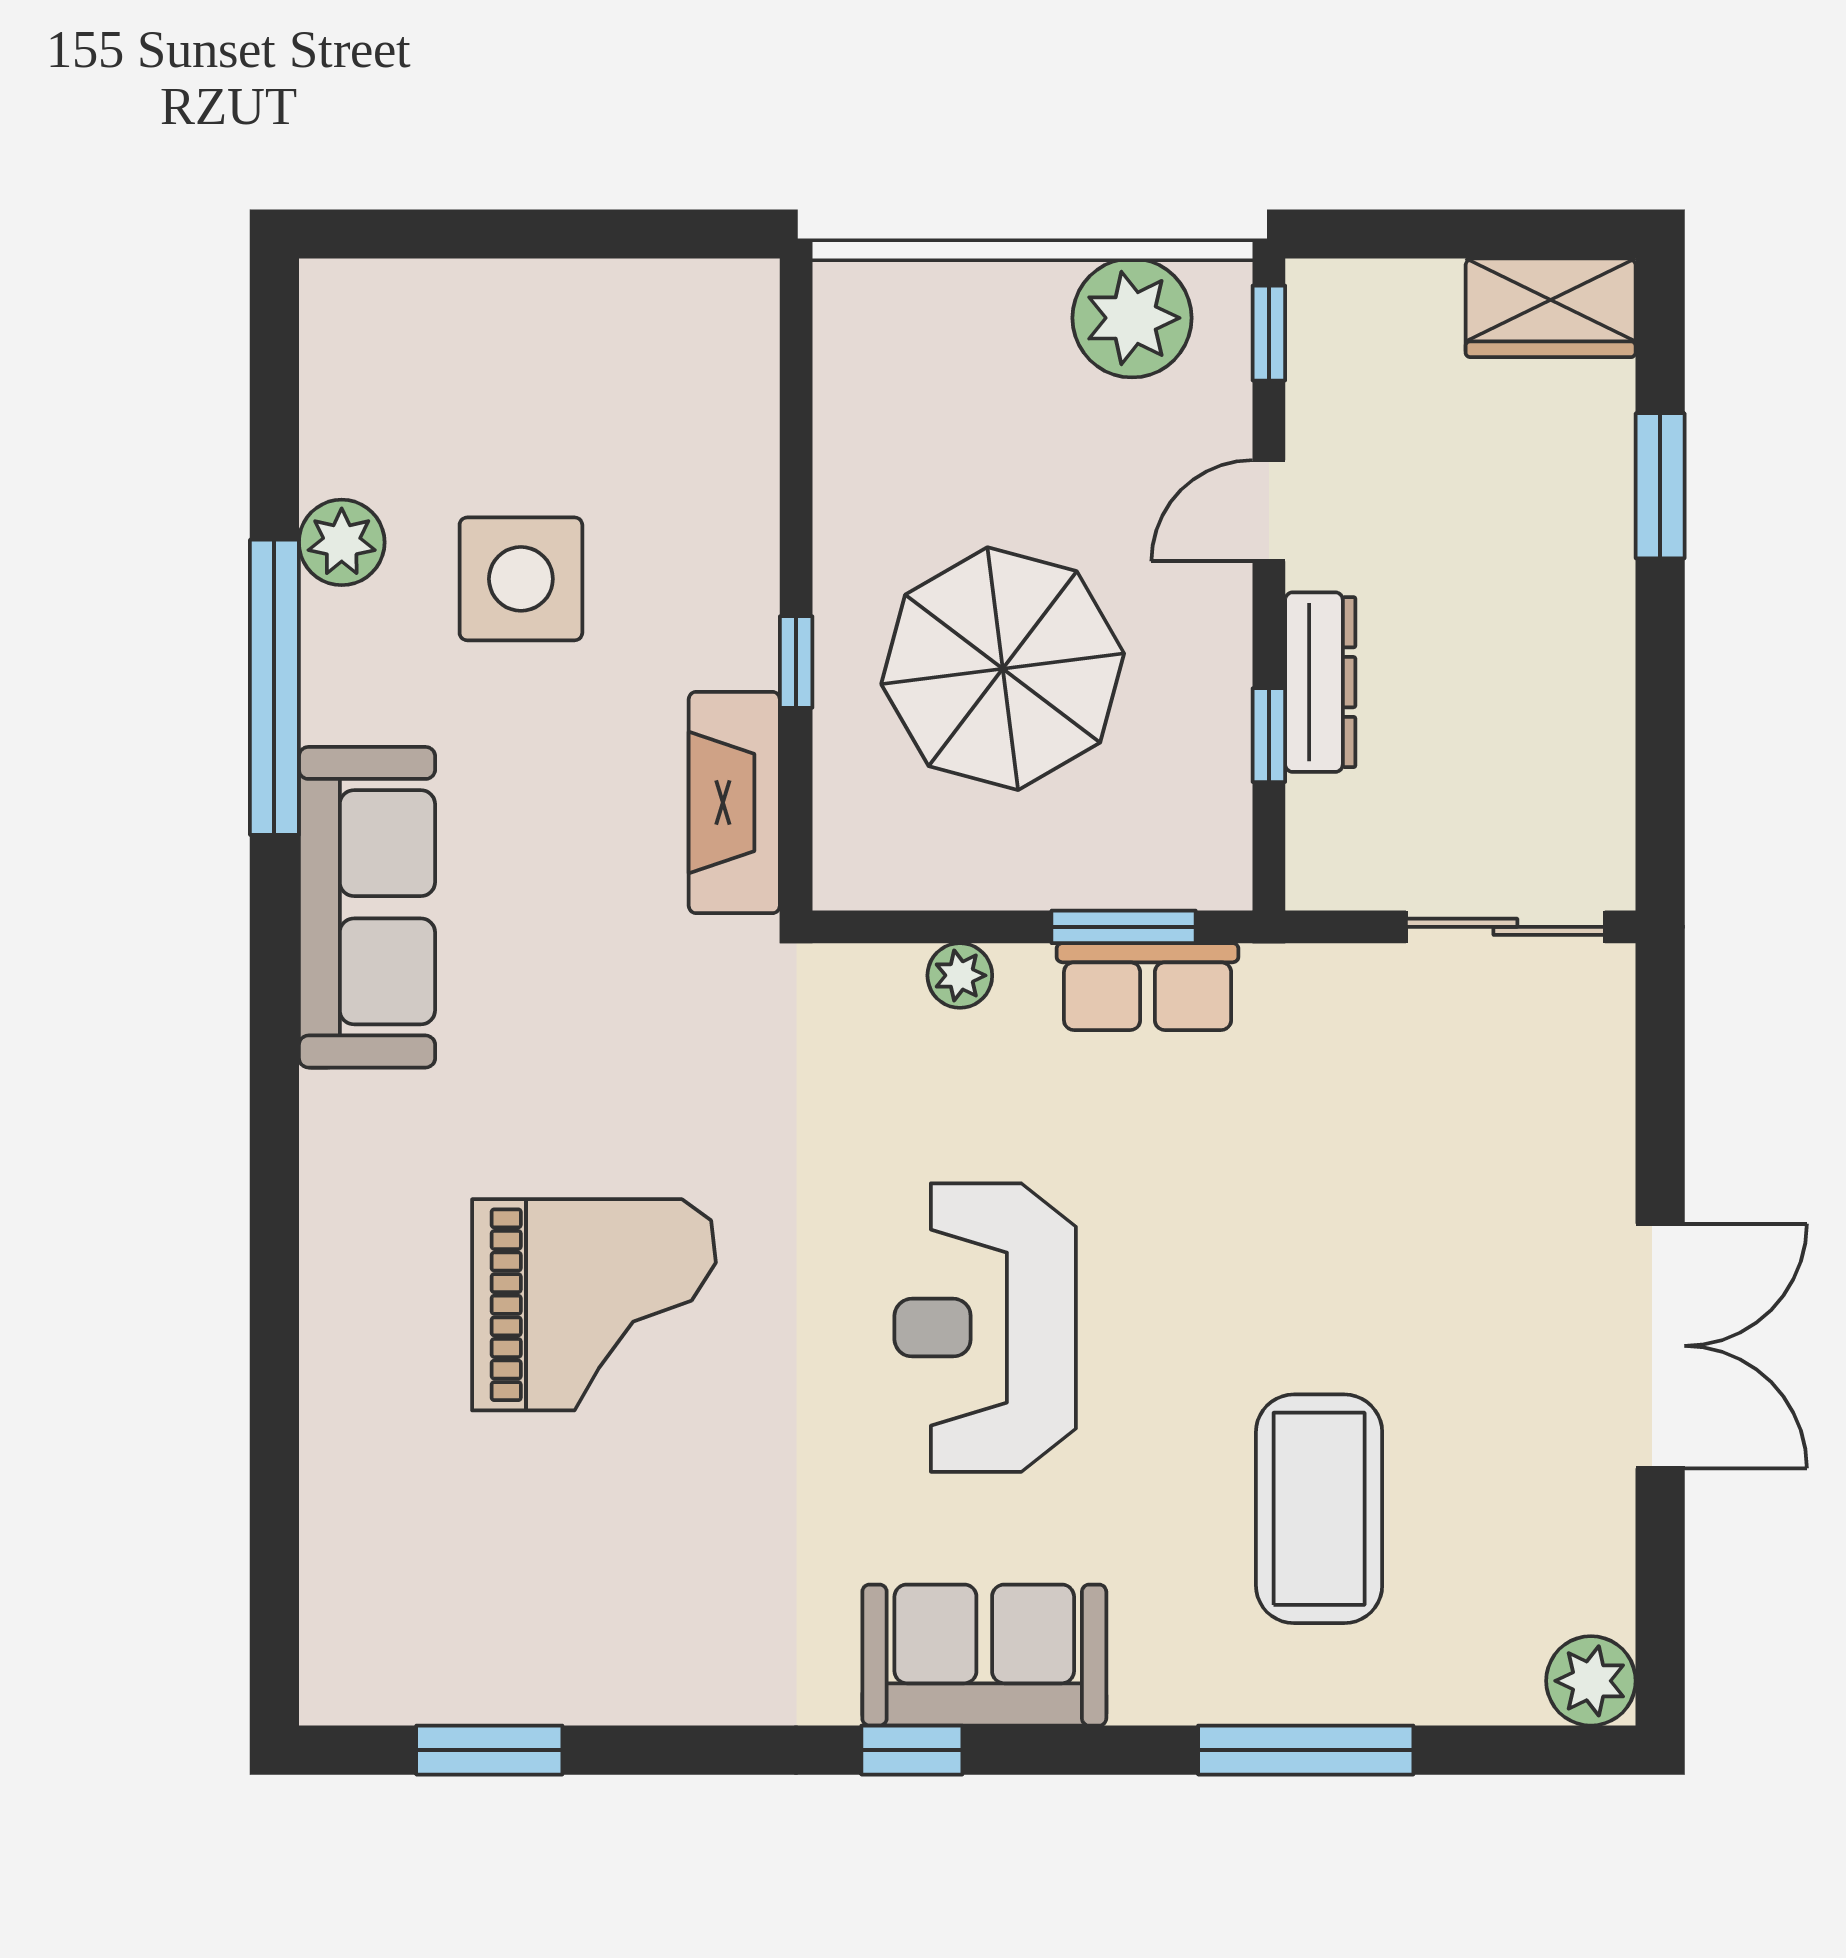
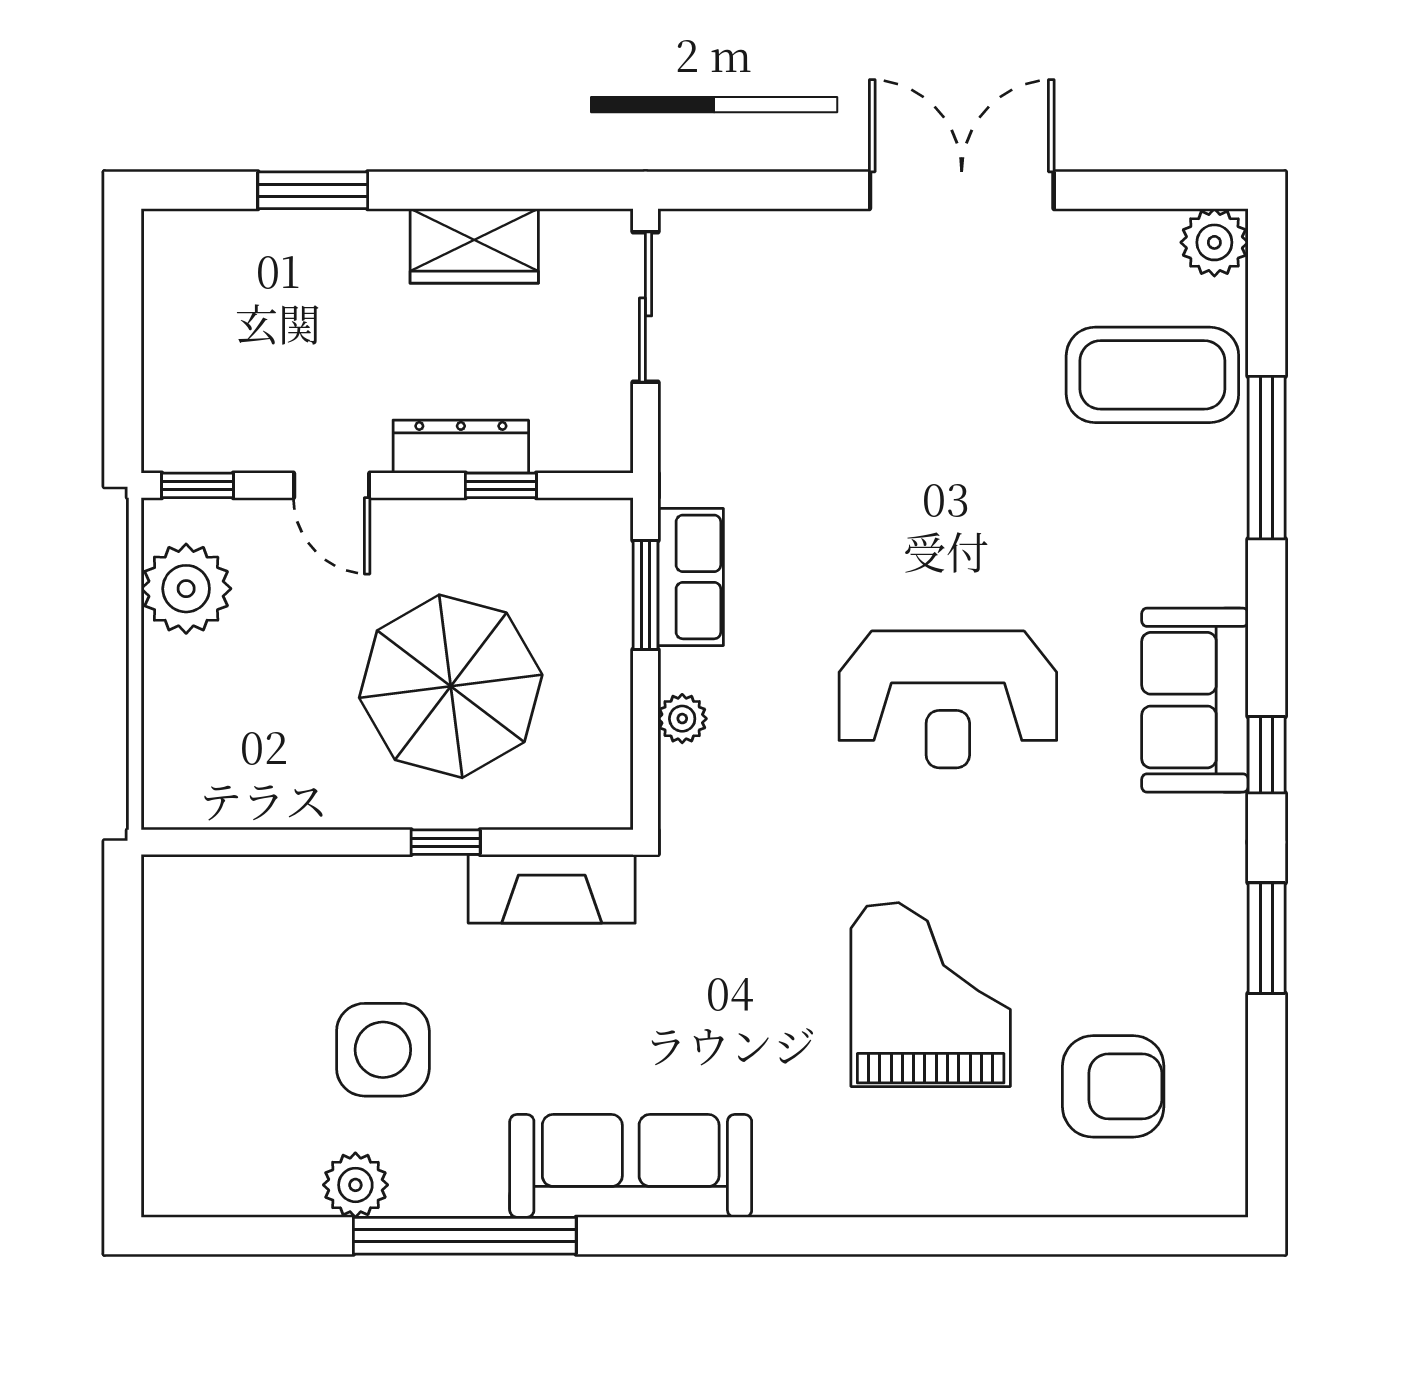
wardrobe: (1551, 308) -> (474, 246), moved, turned 90
coffee table: (1319, 1509) -> (1152, 375), moved
armchair: (472, 1547) -> (1113, 1086), added
window: (489, 1750) -> (1267, 938), moved

